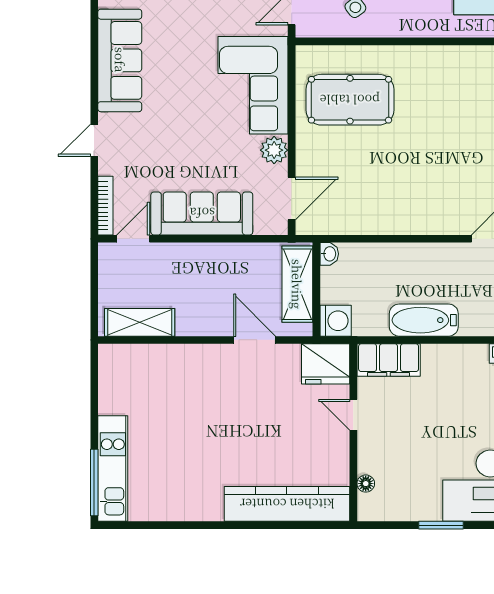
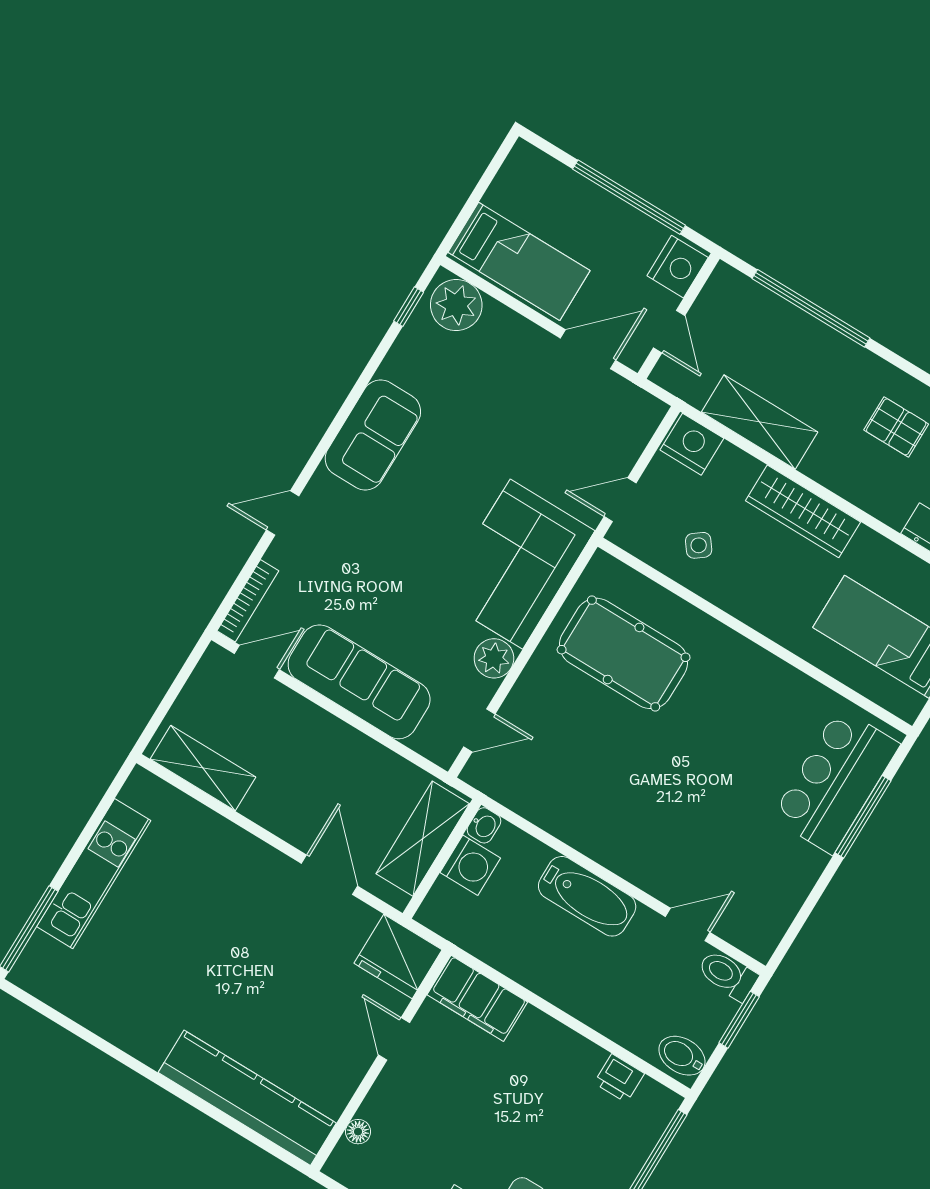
sofa: (120, 60) -> (373, 435), width x0.73
door: (292, 199) -> (479, 730), width x0.73
bathtub: (424, 320) -> (587, 896), moved, turned 180
washing machine: (336, 321) -> (470, 865), moved
kitchen unit: (113, 469) -> (94, 874), moved

